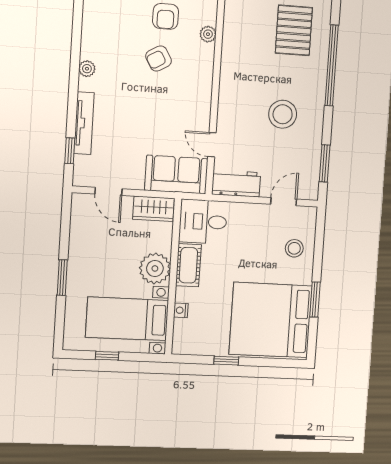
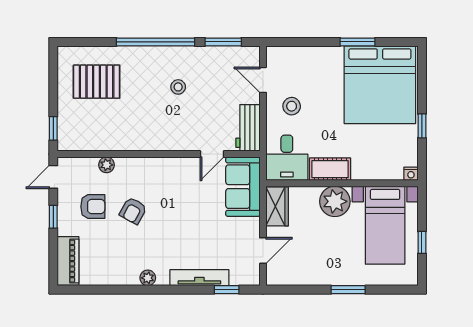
armchair: (158, 58) -> (133, 211), turned 59
window: (332, 65) -> (156, 42), moved
stool: (283, 114) -> (178, 87), width x0.53, depth x0.53
stool: (294, 248) -> (292, 106), moved
nightstand: (181, 310) -> (411, 174), moved

